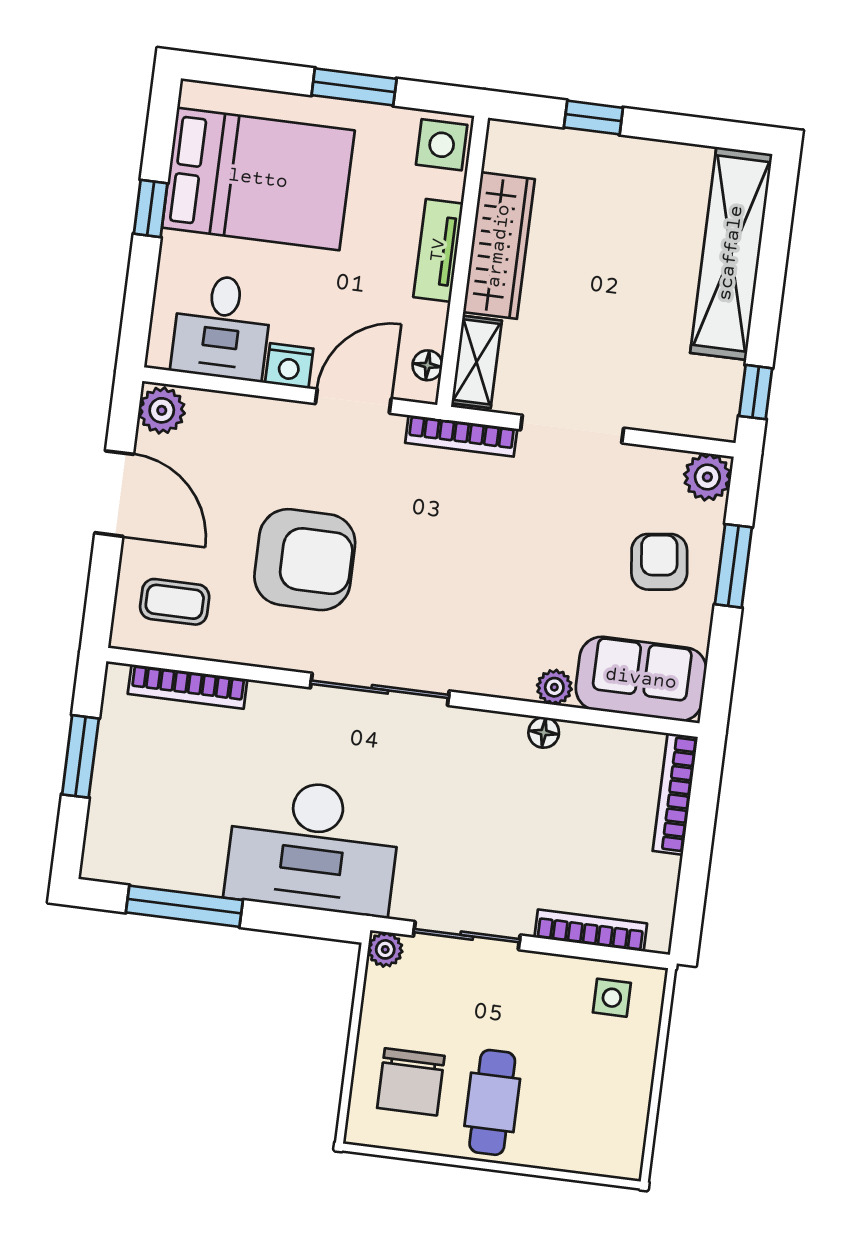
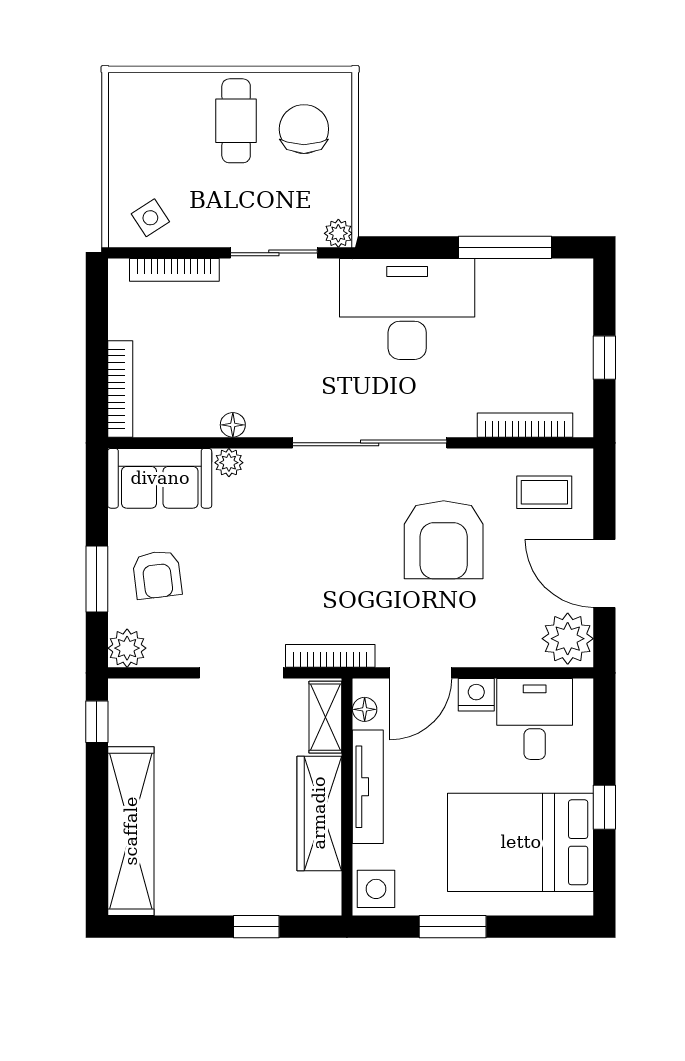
tv unit: (438, 250) -> (368, 787), width x1.41
plant: (162, 410) -> (568, 639), width x1.36, depth x1.36
armchair: (305, 560) -> (444, 540), turned -90
sliding door: (380, 689) -> (370, 443), width x1.36
window: (80, 756) -> (604, 358), width x0.67
side table: (612, 998) -> (150, 218), turned -33

